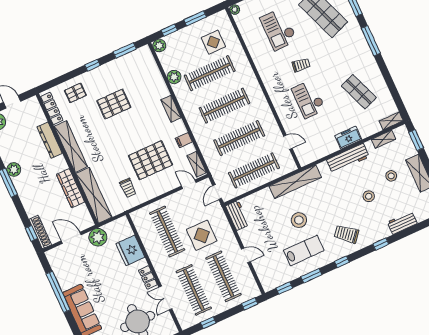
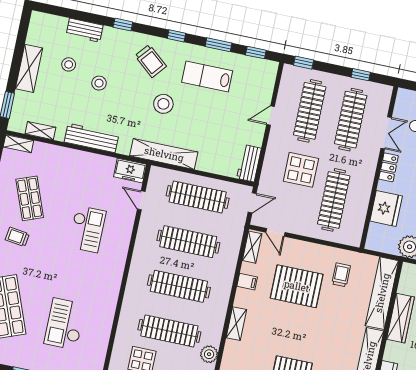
checkout: (279, 29) -> (65, 324), turned 180
trolley: (301, 65) -> (17, 237), moved
freezer: (348, 138) -> (130, 171), moved
stool: (391, 176) -> (69, 64), moved
stool: (299, 220) -> (163, 104), moved
door: (246, 255) -> (271, 116), hinge flipped

